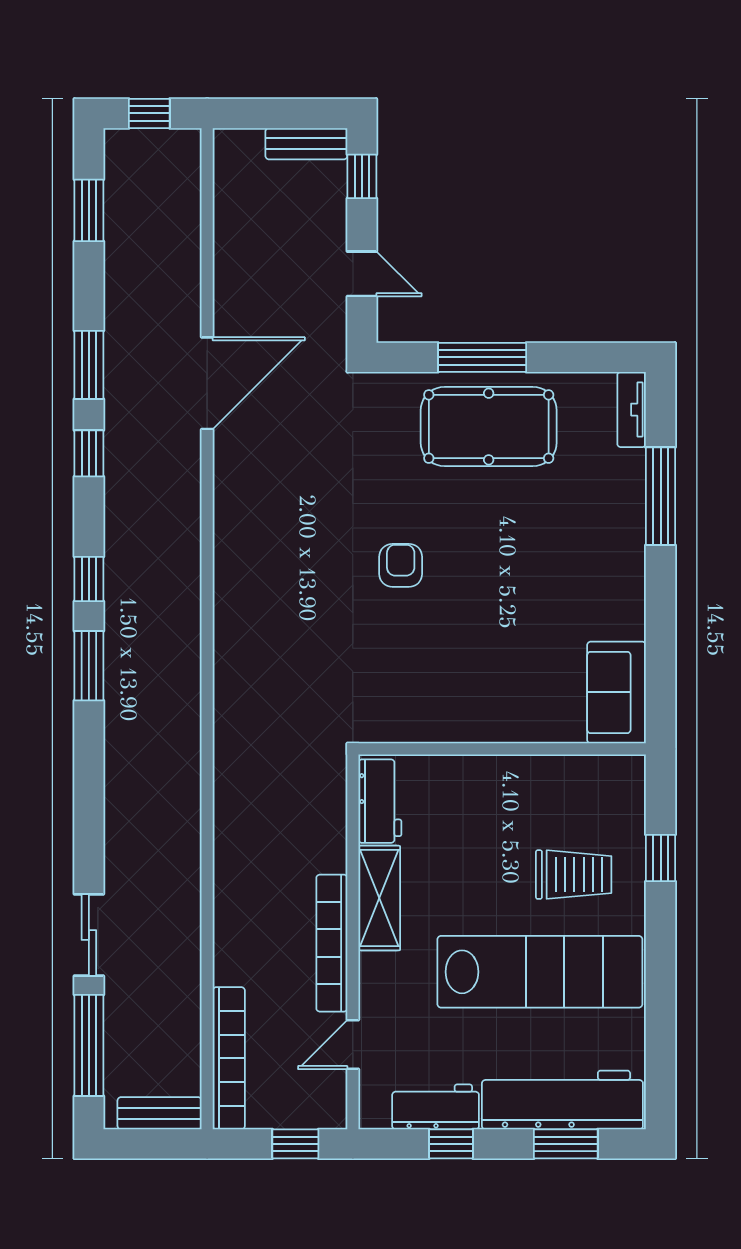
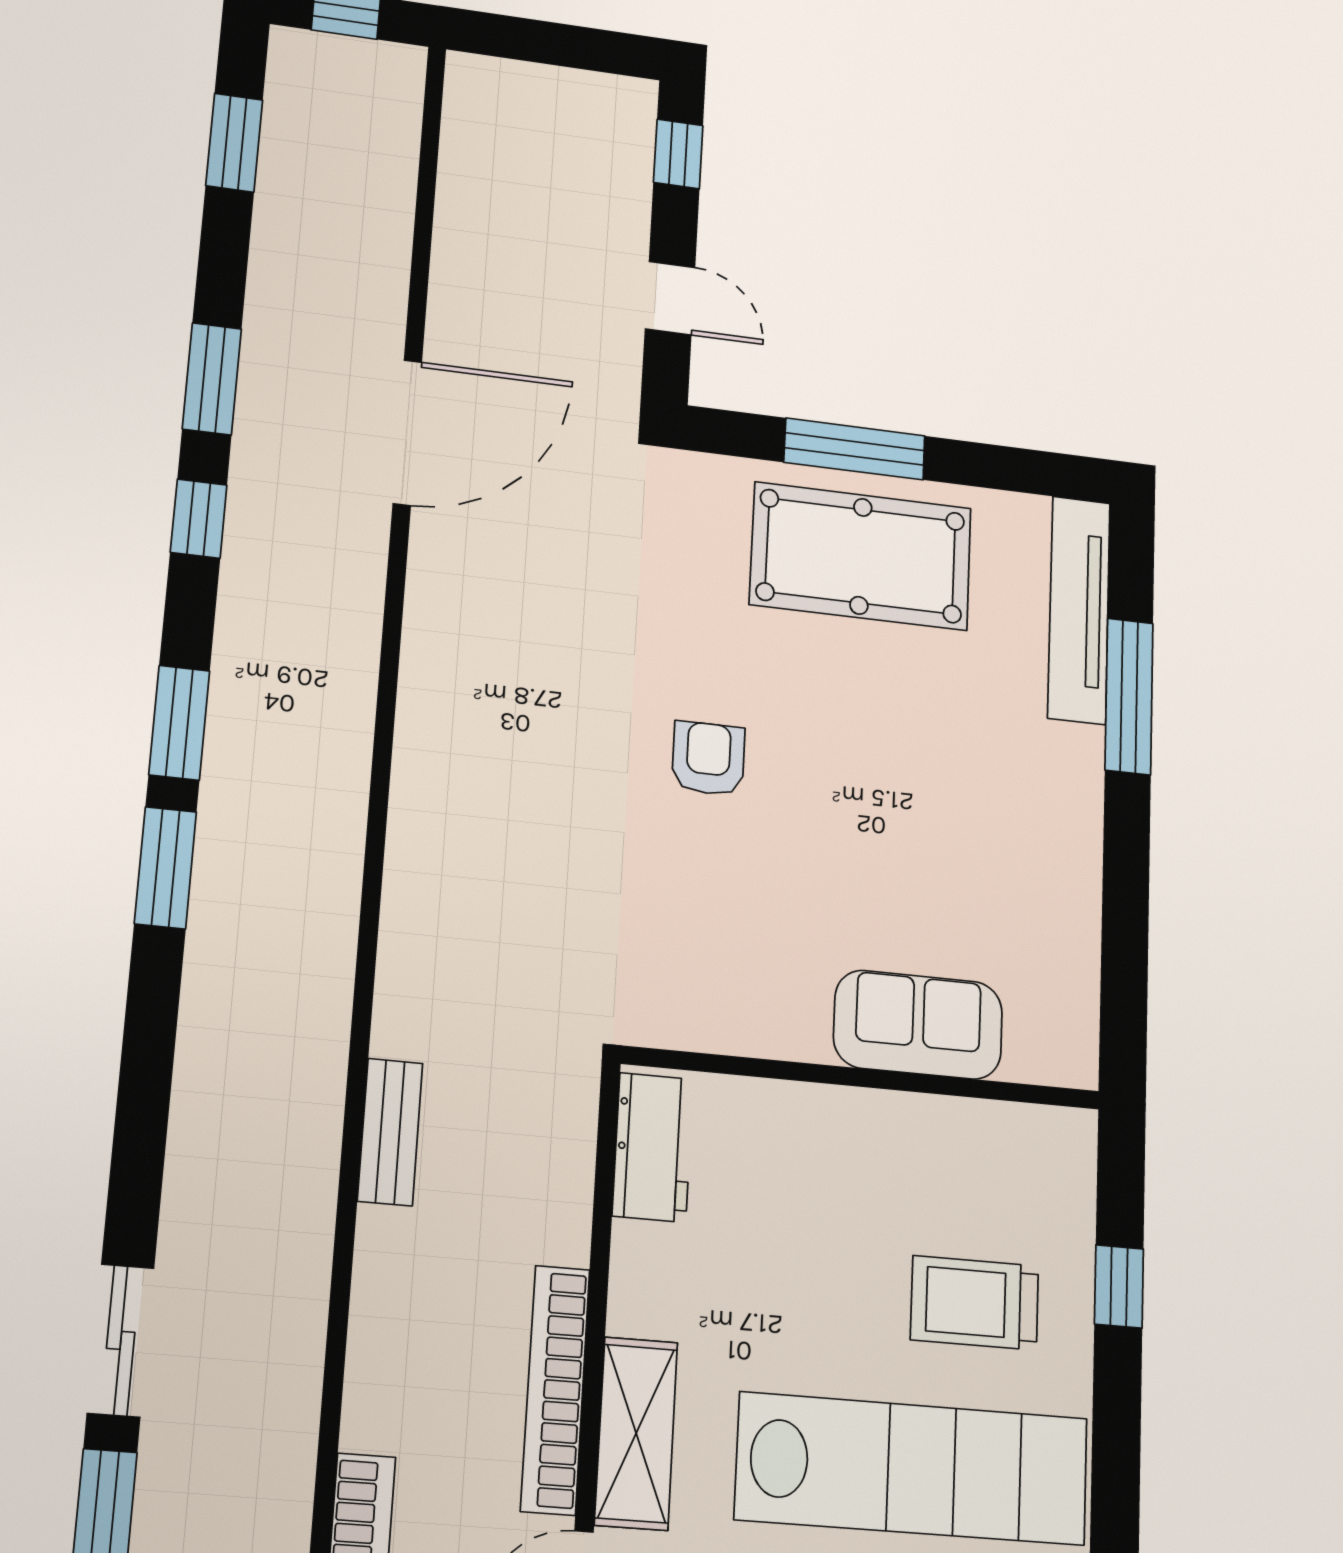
bench: (306, 144) -> (390, 1132), moved, turned 90
tv unit: (632, 410) -> (1079, 610), width x1.92, depth x1.29
window: (89, 579) -> (179, 723), width x1.50
sofa: (617, 692) -> (918, 1025), moved, turned 90
trolley: (574, 875) -> (975, 1303), turned 180
shelving: (379, 898) -> (636, 1433), moved

